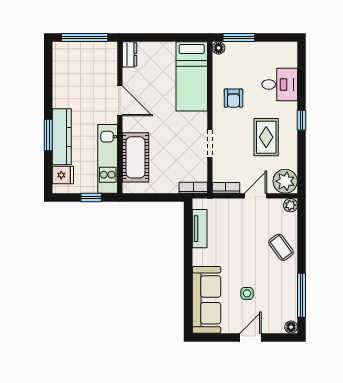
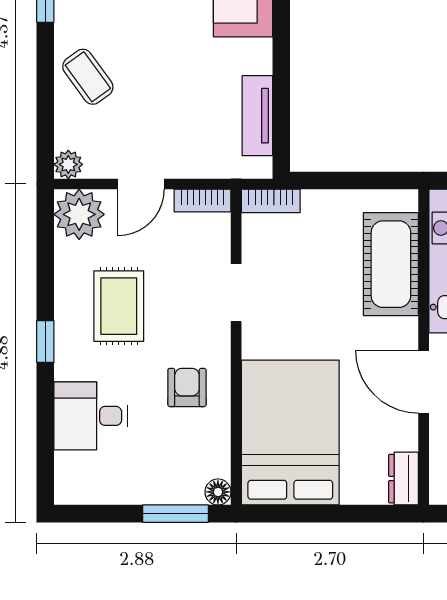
bed: (192, 76) -> (290, 433), width x1.50

